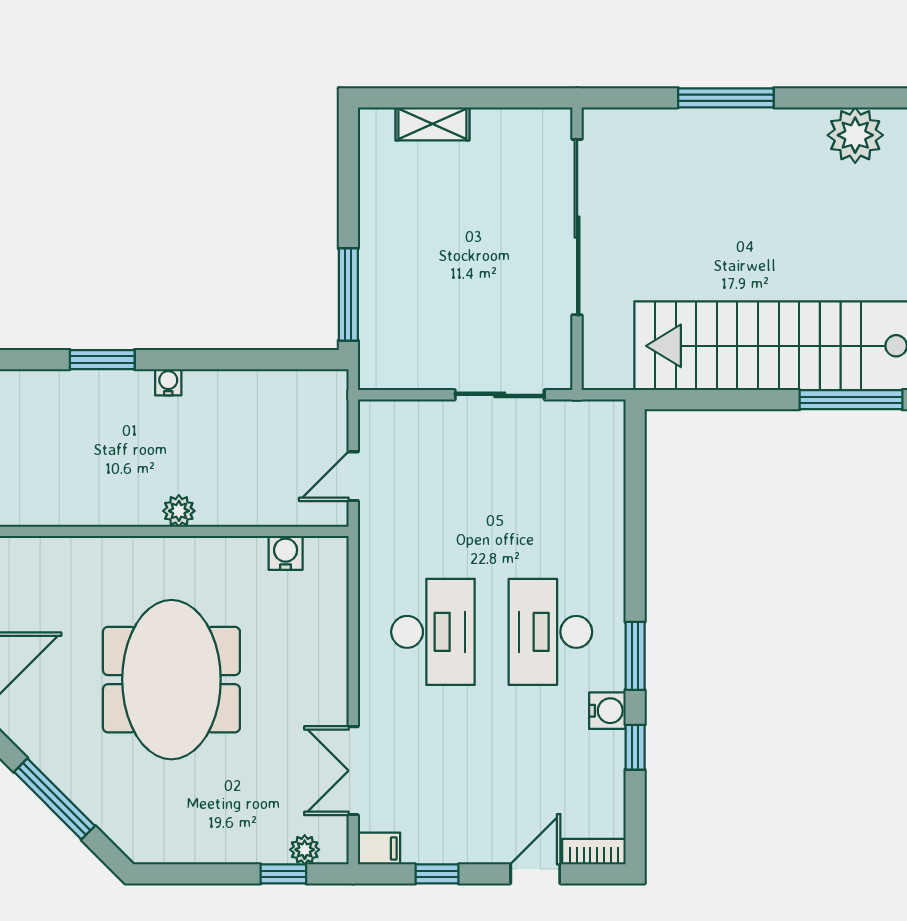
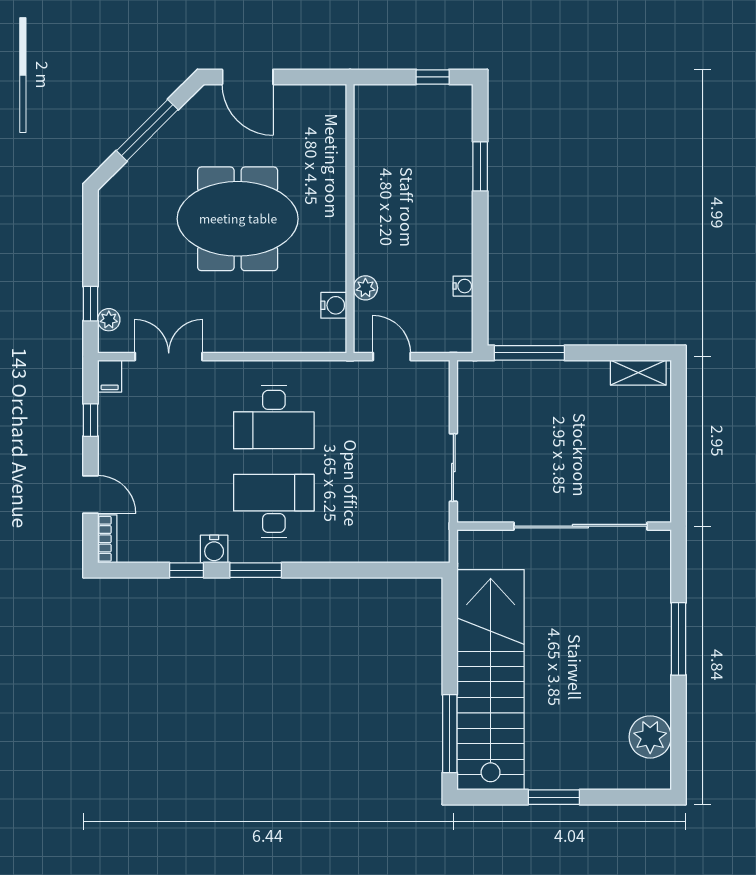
shelving: (432, 124) -> (638, 373), moved, turned 90
water cooler: (168, 382) -> (463, 286), moved
plant: (179, 511) -> (365, 288), moved

